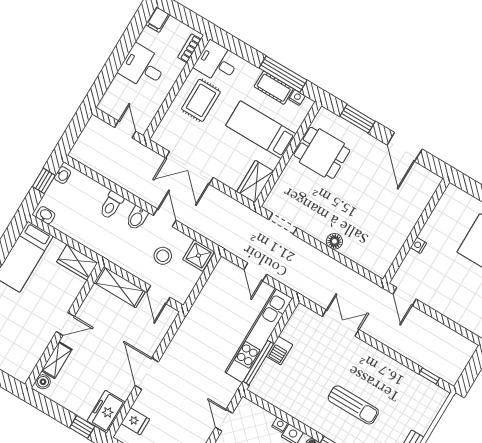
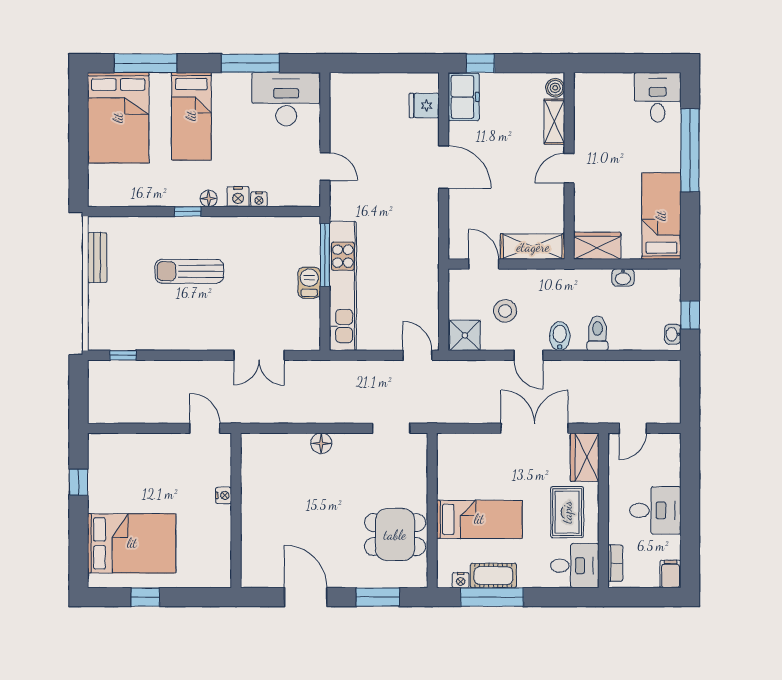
door: (125, 129) -> (633, 428), hinge flipped
wardrobe: (255, 182) -> (585, 457), moved, turned 180
washbasin: (45, 215) -> (623, 277), moved
door: (255, 272) -> (417, 355), moved

